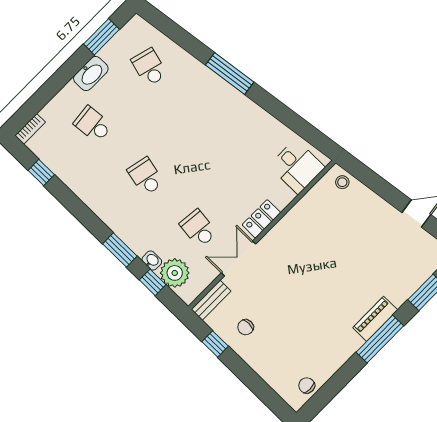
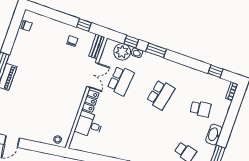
desk: (297, 166) -> (89, 125), moved
school desk: (146, 176) -> (161, 95), width x1.85
school desk: (198, 228) -> (121, 81), width x1.85

